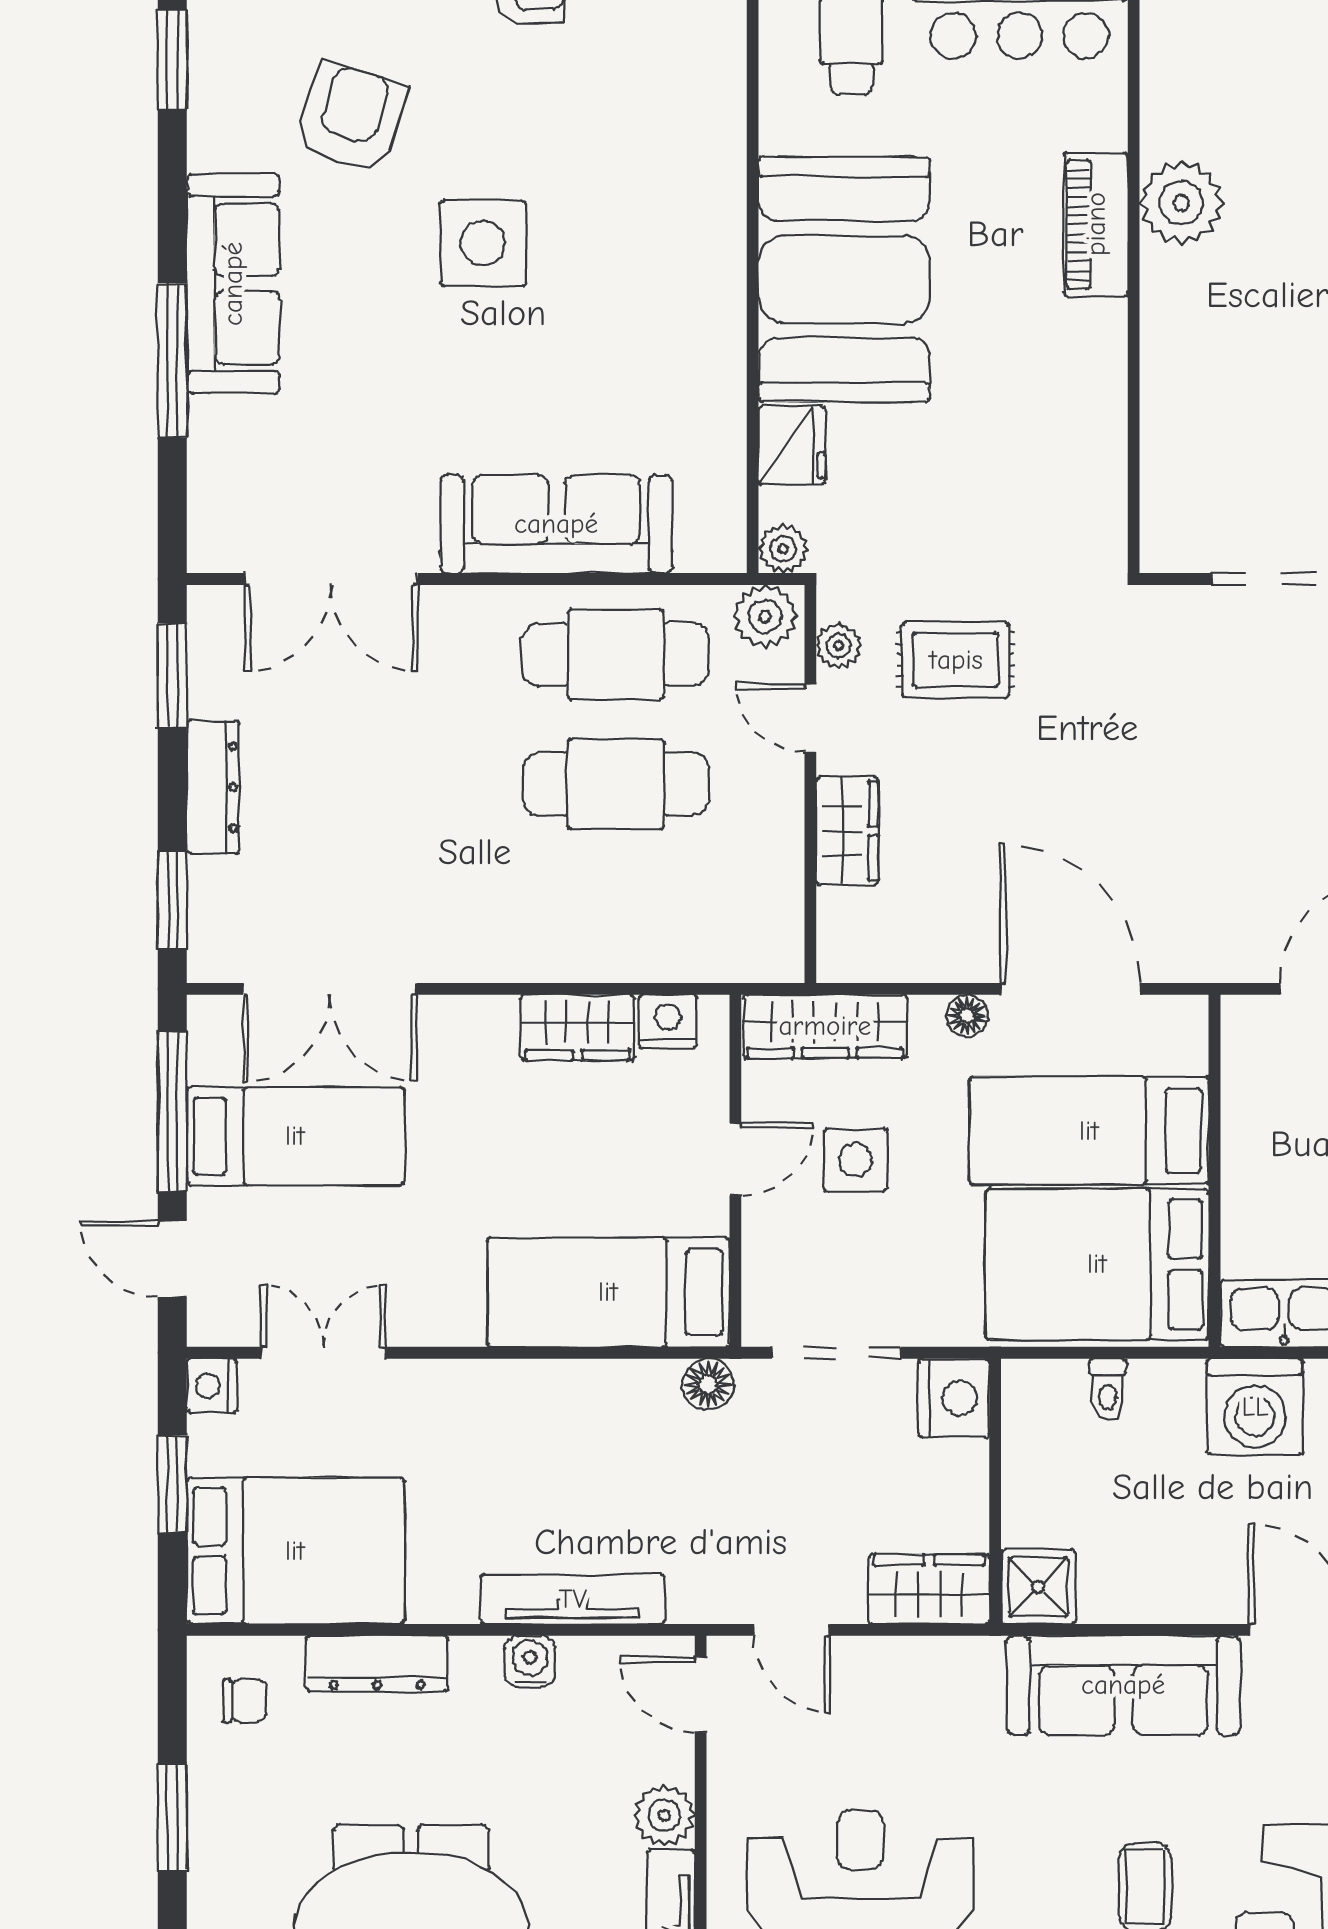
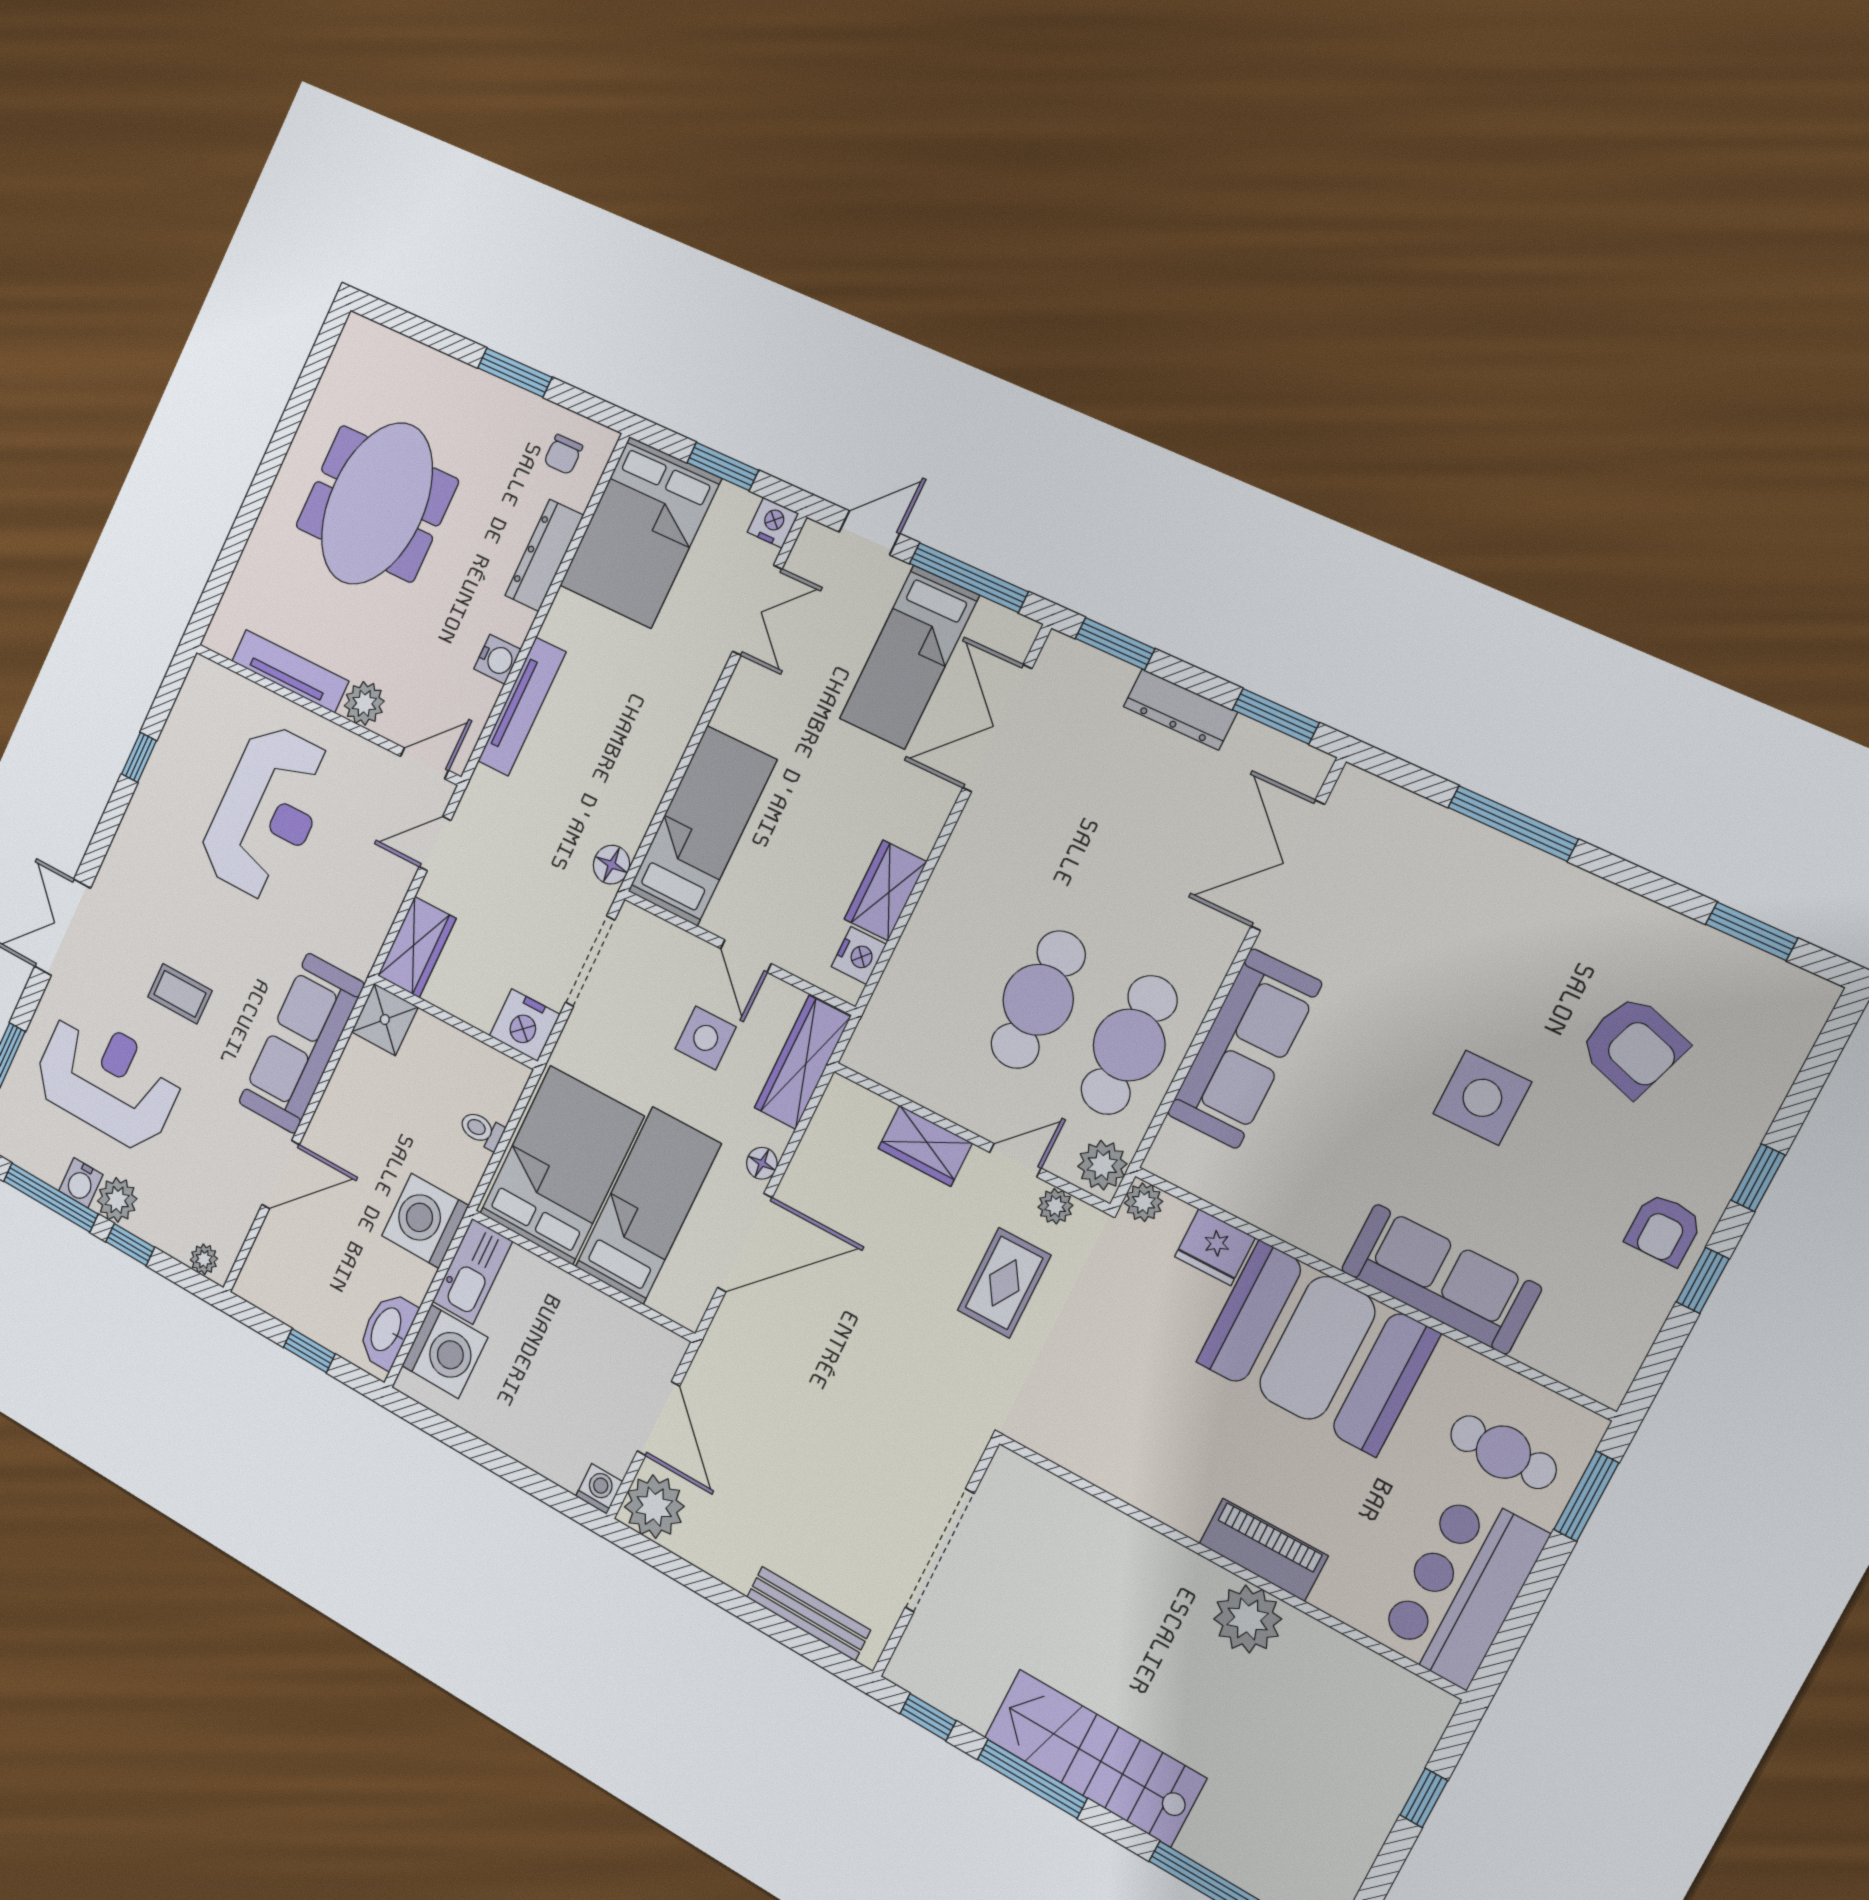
sofa: (233, 284) -> (1441, 1279), moved, turned 180

